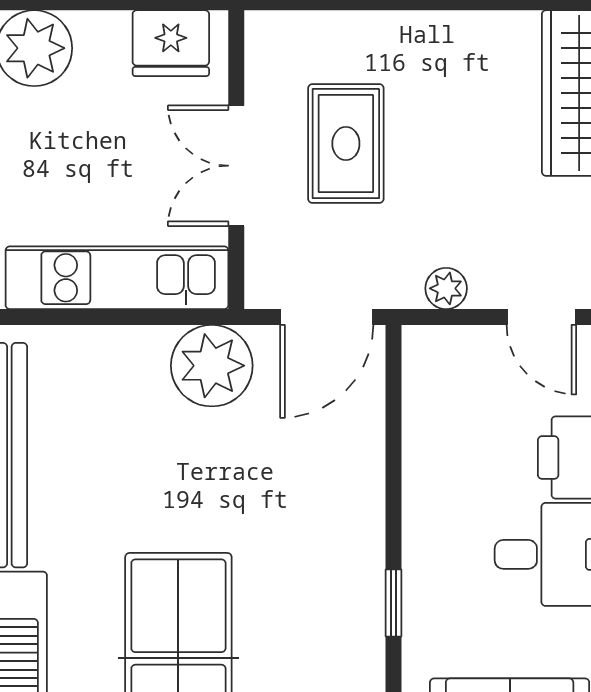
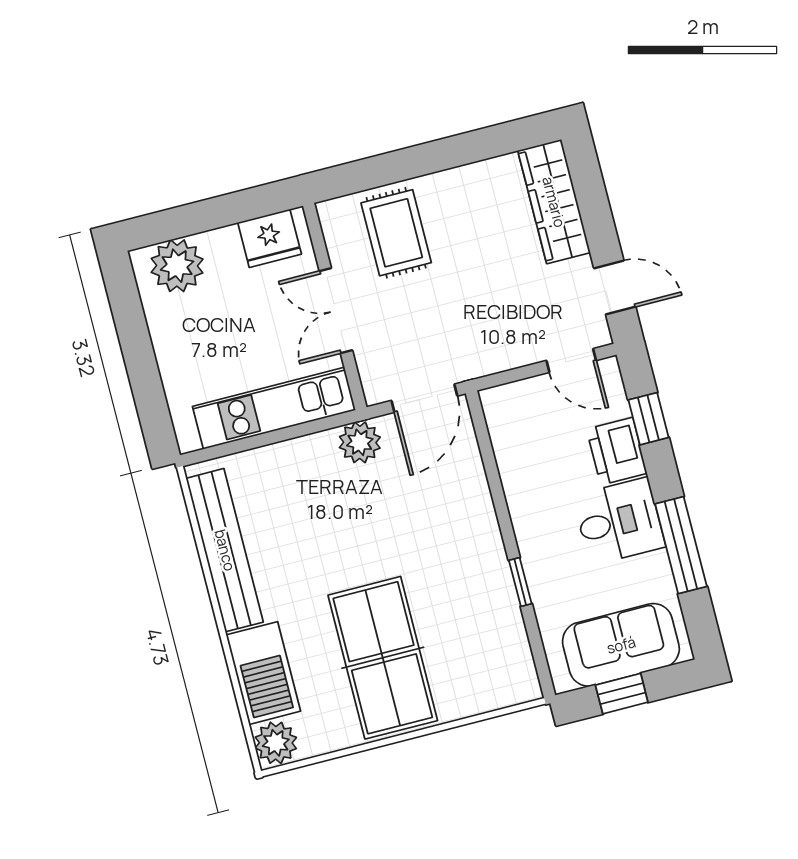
rug: (346, 144) -> (396, 233), moved
plant: (446, 288) -> (501, 358), removed
plant: (212, 366) -> (360, 442), width x0.73, depth x0.73

